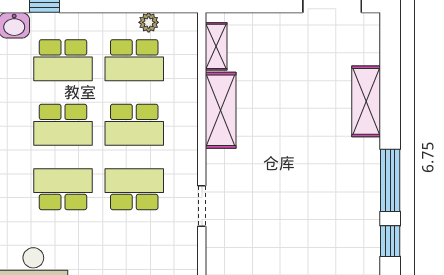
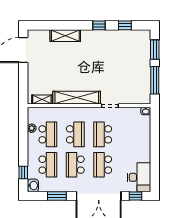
shelving: (221, 110) -> (77, 98), width x1.47
school desk: (63, 125) -> (75, 165), turned 180
window: (390, 180) -> (99, 25), width x0.46

